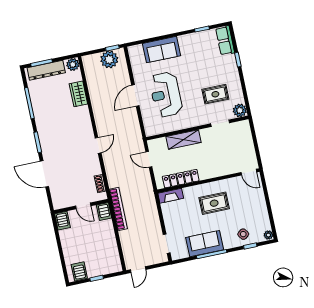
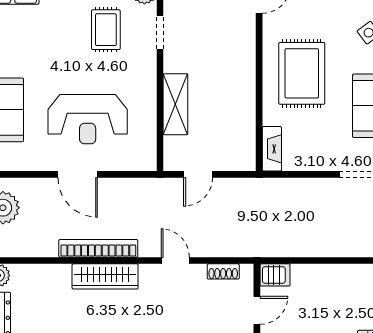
wardrobe: (78, 94) -> (105, 276), moved, width x1.50
door: (98, 145) -> (175, 261), moved
locker: (181, 179) -> (245, 124), removed
rug: (214, 203) -> (302, 73), width x1.36, depth x1.43
bookcase: (118, 209) -> (98, 248), moved

